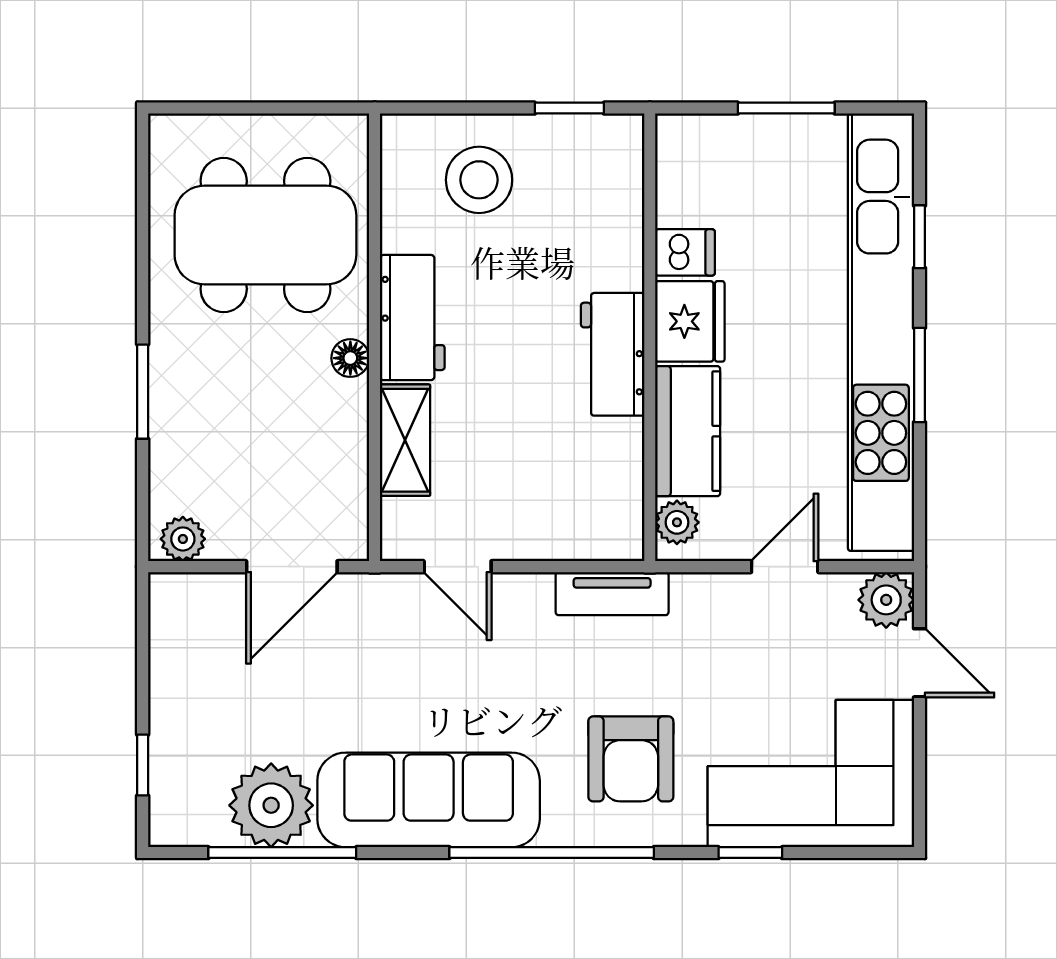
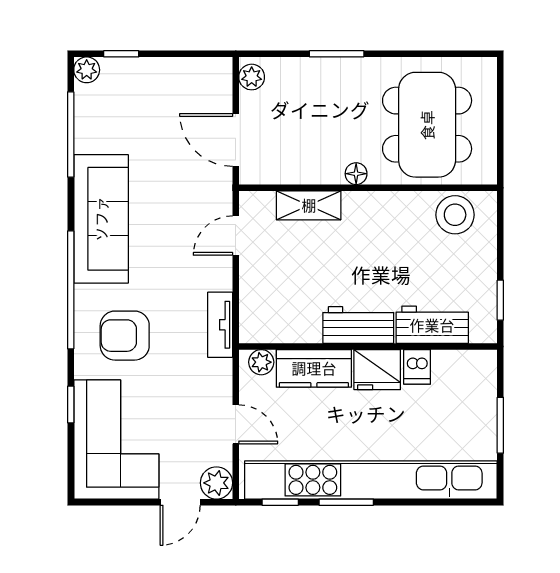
stool: (479, 180) -> (455, 215), moved
window: (919, 237) -> (280, 502), moved
workbench: (412, 318) -> (432, 325), moved, turned 180
plant: (271, 805) -> (87, 70), moved, width x0.53, depth x0.53

